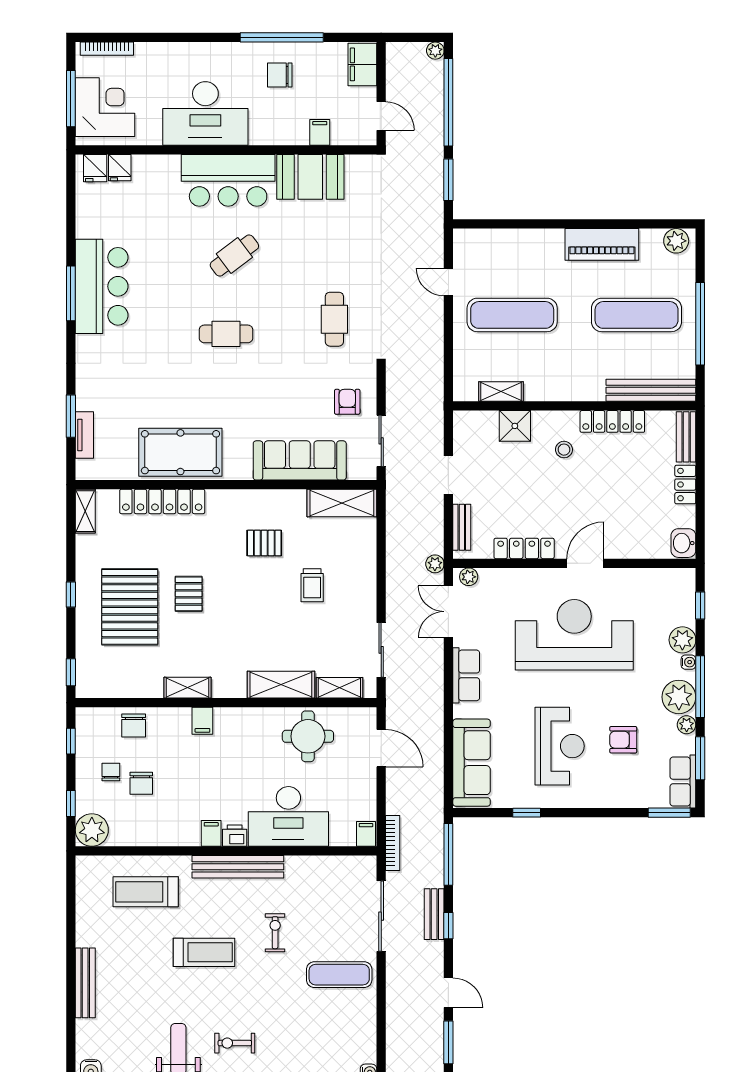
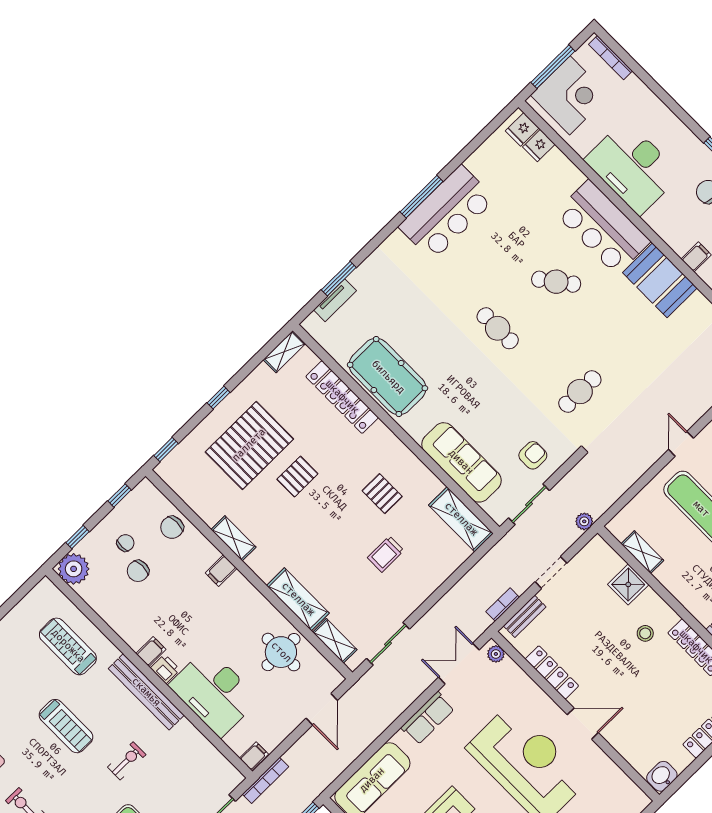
bookcase: (437, 535) -> (503, 605), added
plant: (435, 564) -> (584, 521), moved

